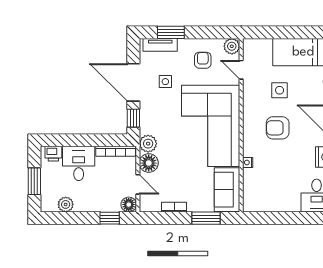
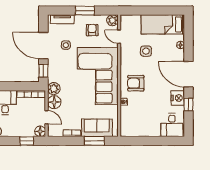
window: (171, 32) -> (85, 11), moved
armchair: (278, 128) -> (136, 83), moved
sofa: (227, 190) -> (97, 128), moved, turned 90

